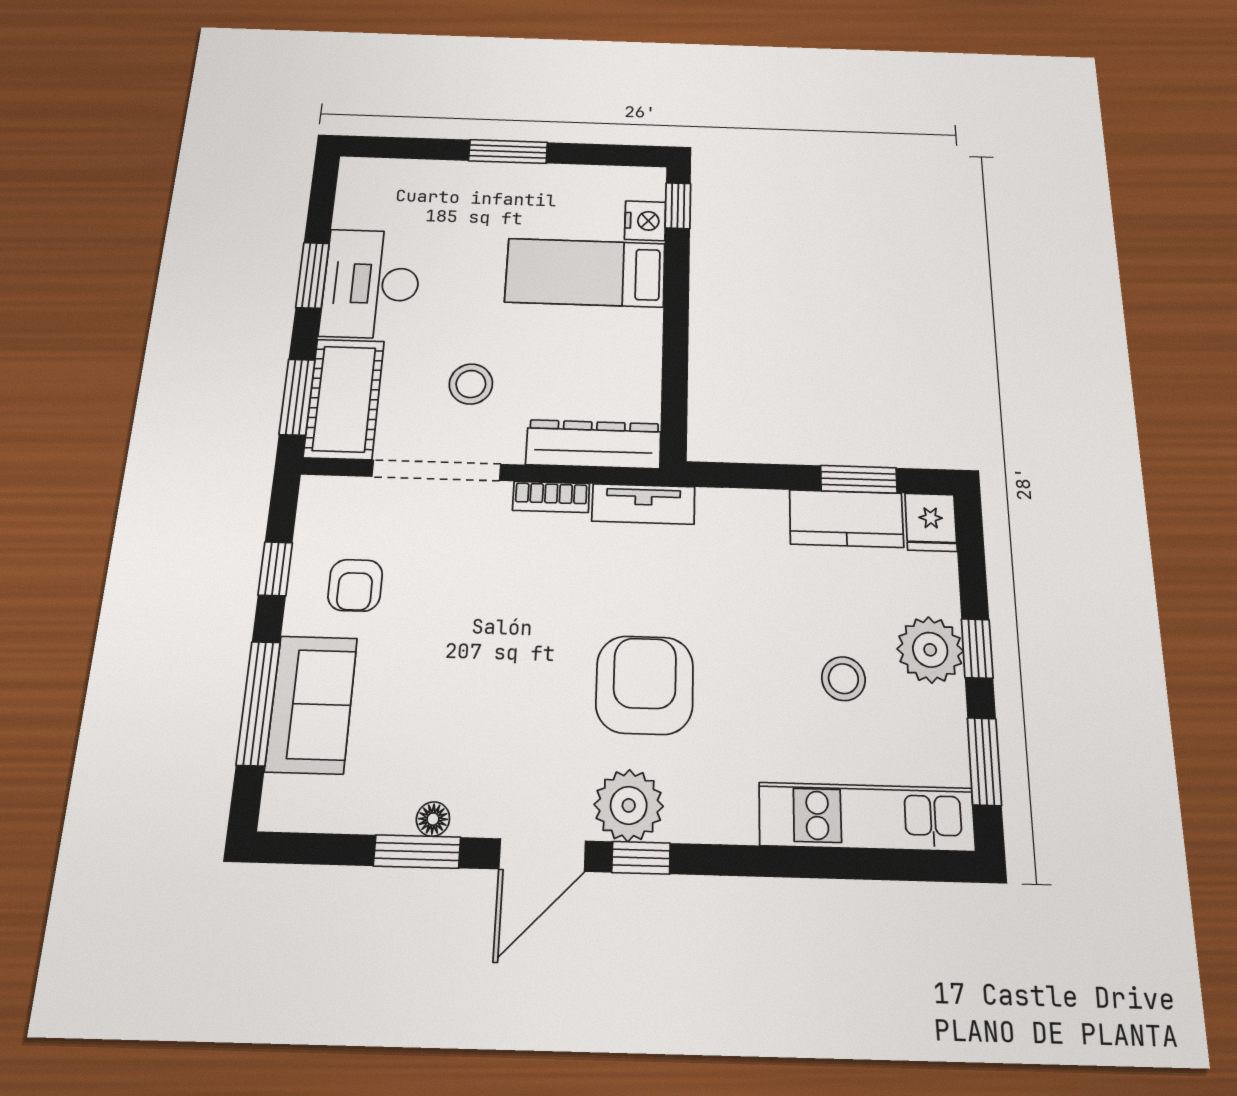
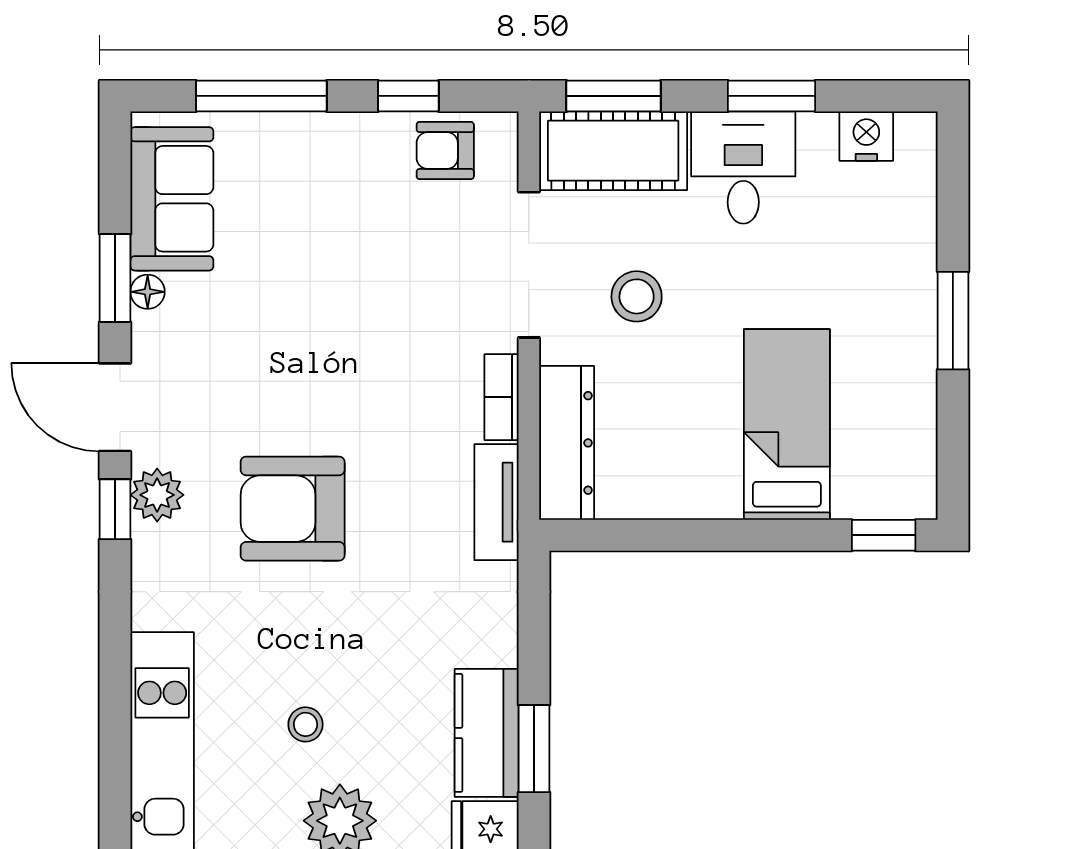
nightstand: (645, 221) -> (866, 136), moved, turned 180
desk: (371, 284) -> (743, 167), width x0.73
armchair: (355, 585) -> (445, 151), moved
stool: (843, 679) -> (305, 724), width x0.73, depth x0.73
armchair: (645, 685) -> (293, 509), turned 180
sofa: (312, 704) -> (172, 199), moved, turned -90
plant: (629, 805) -> (157, 495), width x0.73, depth x0.73

